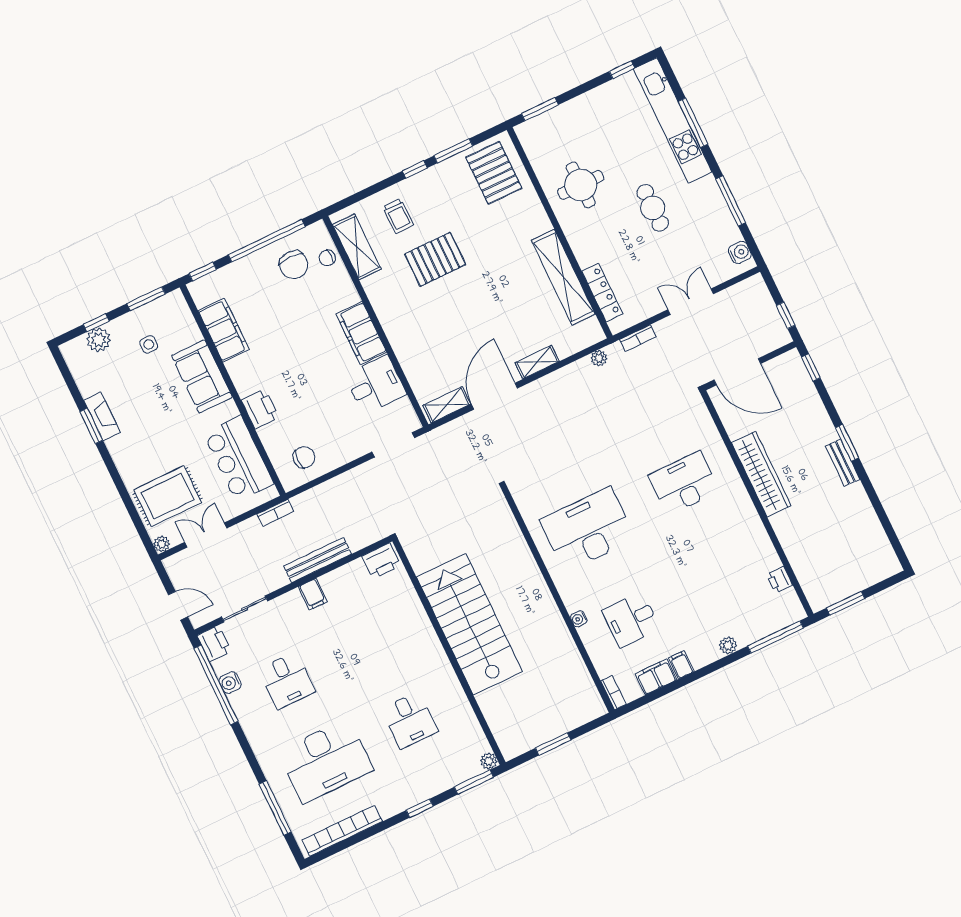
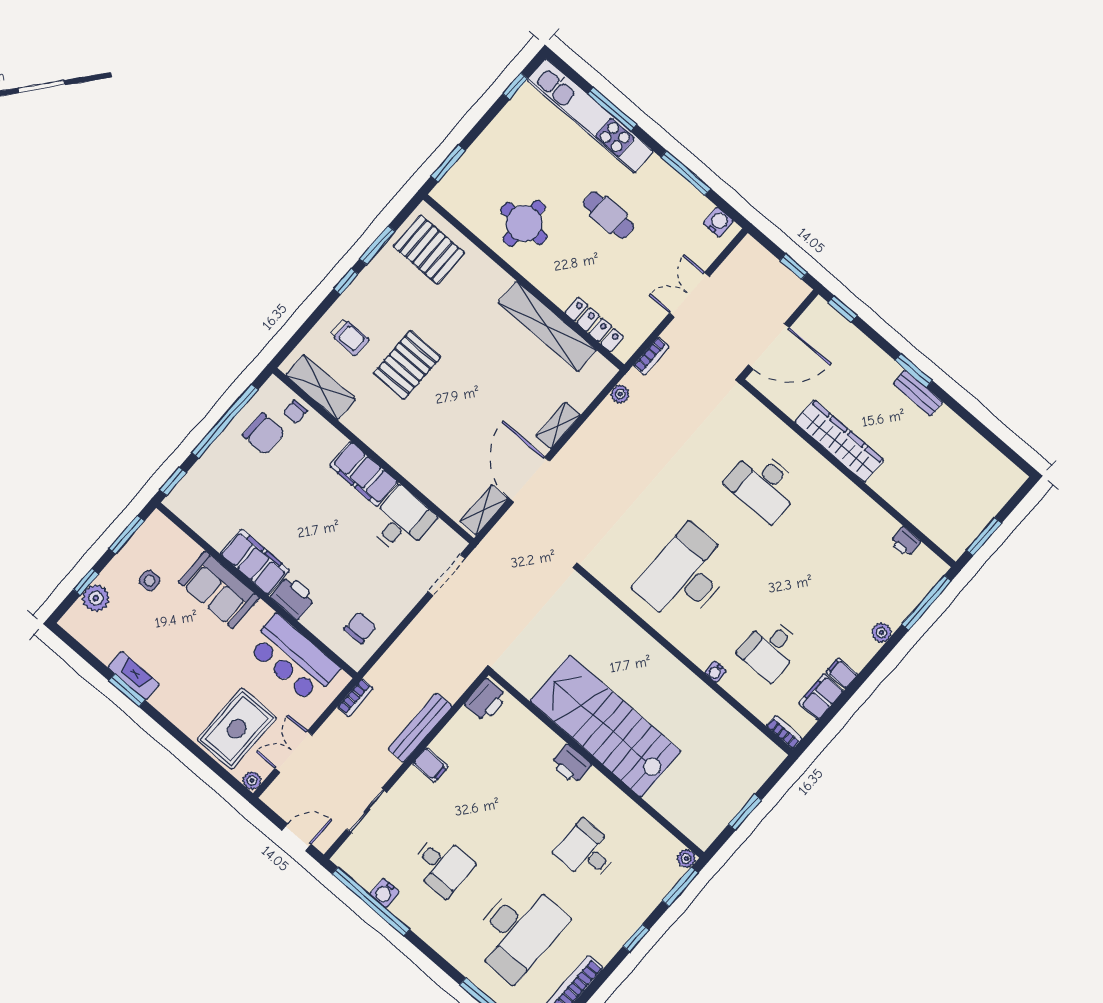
filing cabinet: (224, 330) -> (255, 562), moved
desk: (684, 483) -> (763, 485), turned -90
printer: (214, 643) -> (571, 764), moved, turned 180
desk: (410, 720) -> (586, 851), turned 180

